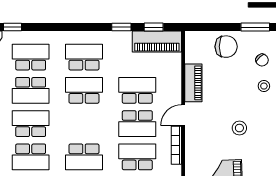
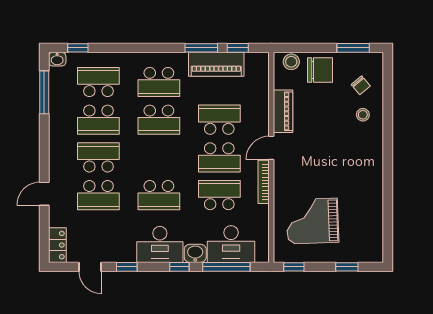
window: (121, 27) -> (201, 48), width x1.50
piano: (157, 41) -> (216, 64), moved
school desk: (84, 57) -> (159, 82), turned 180
school desk: (84, 90) -> (159, 120), turned 180
stool: (239, 128) -> (291, 62), moved

